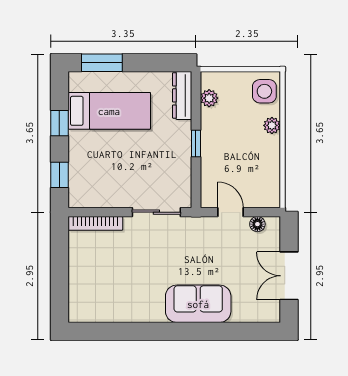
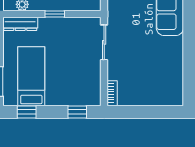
window: (59, 123) -> (27, 112), moved
bookcase: (95, 223) -> (112, 93), width x0.64

